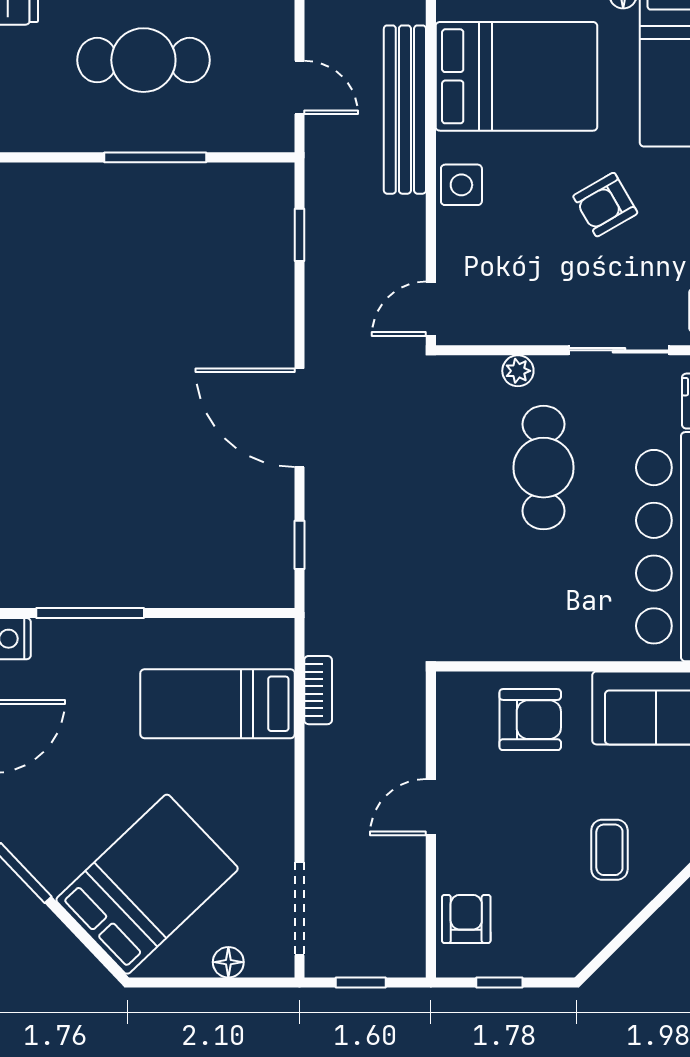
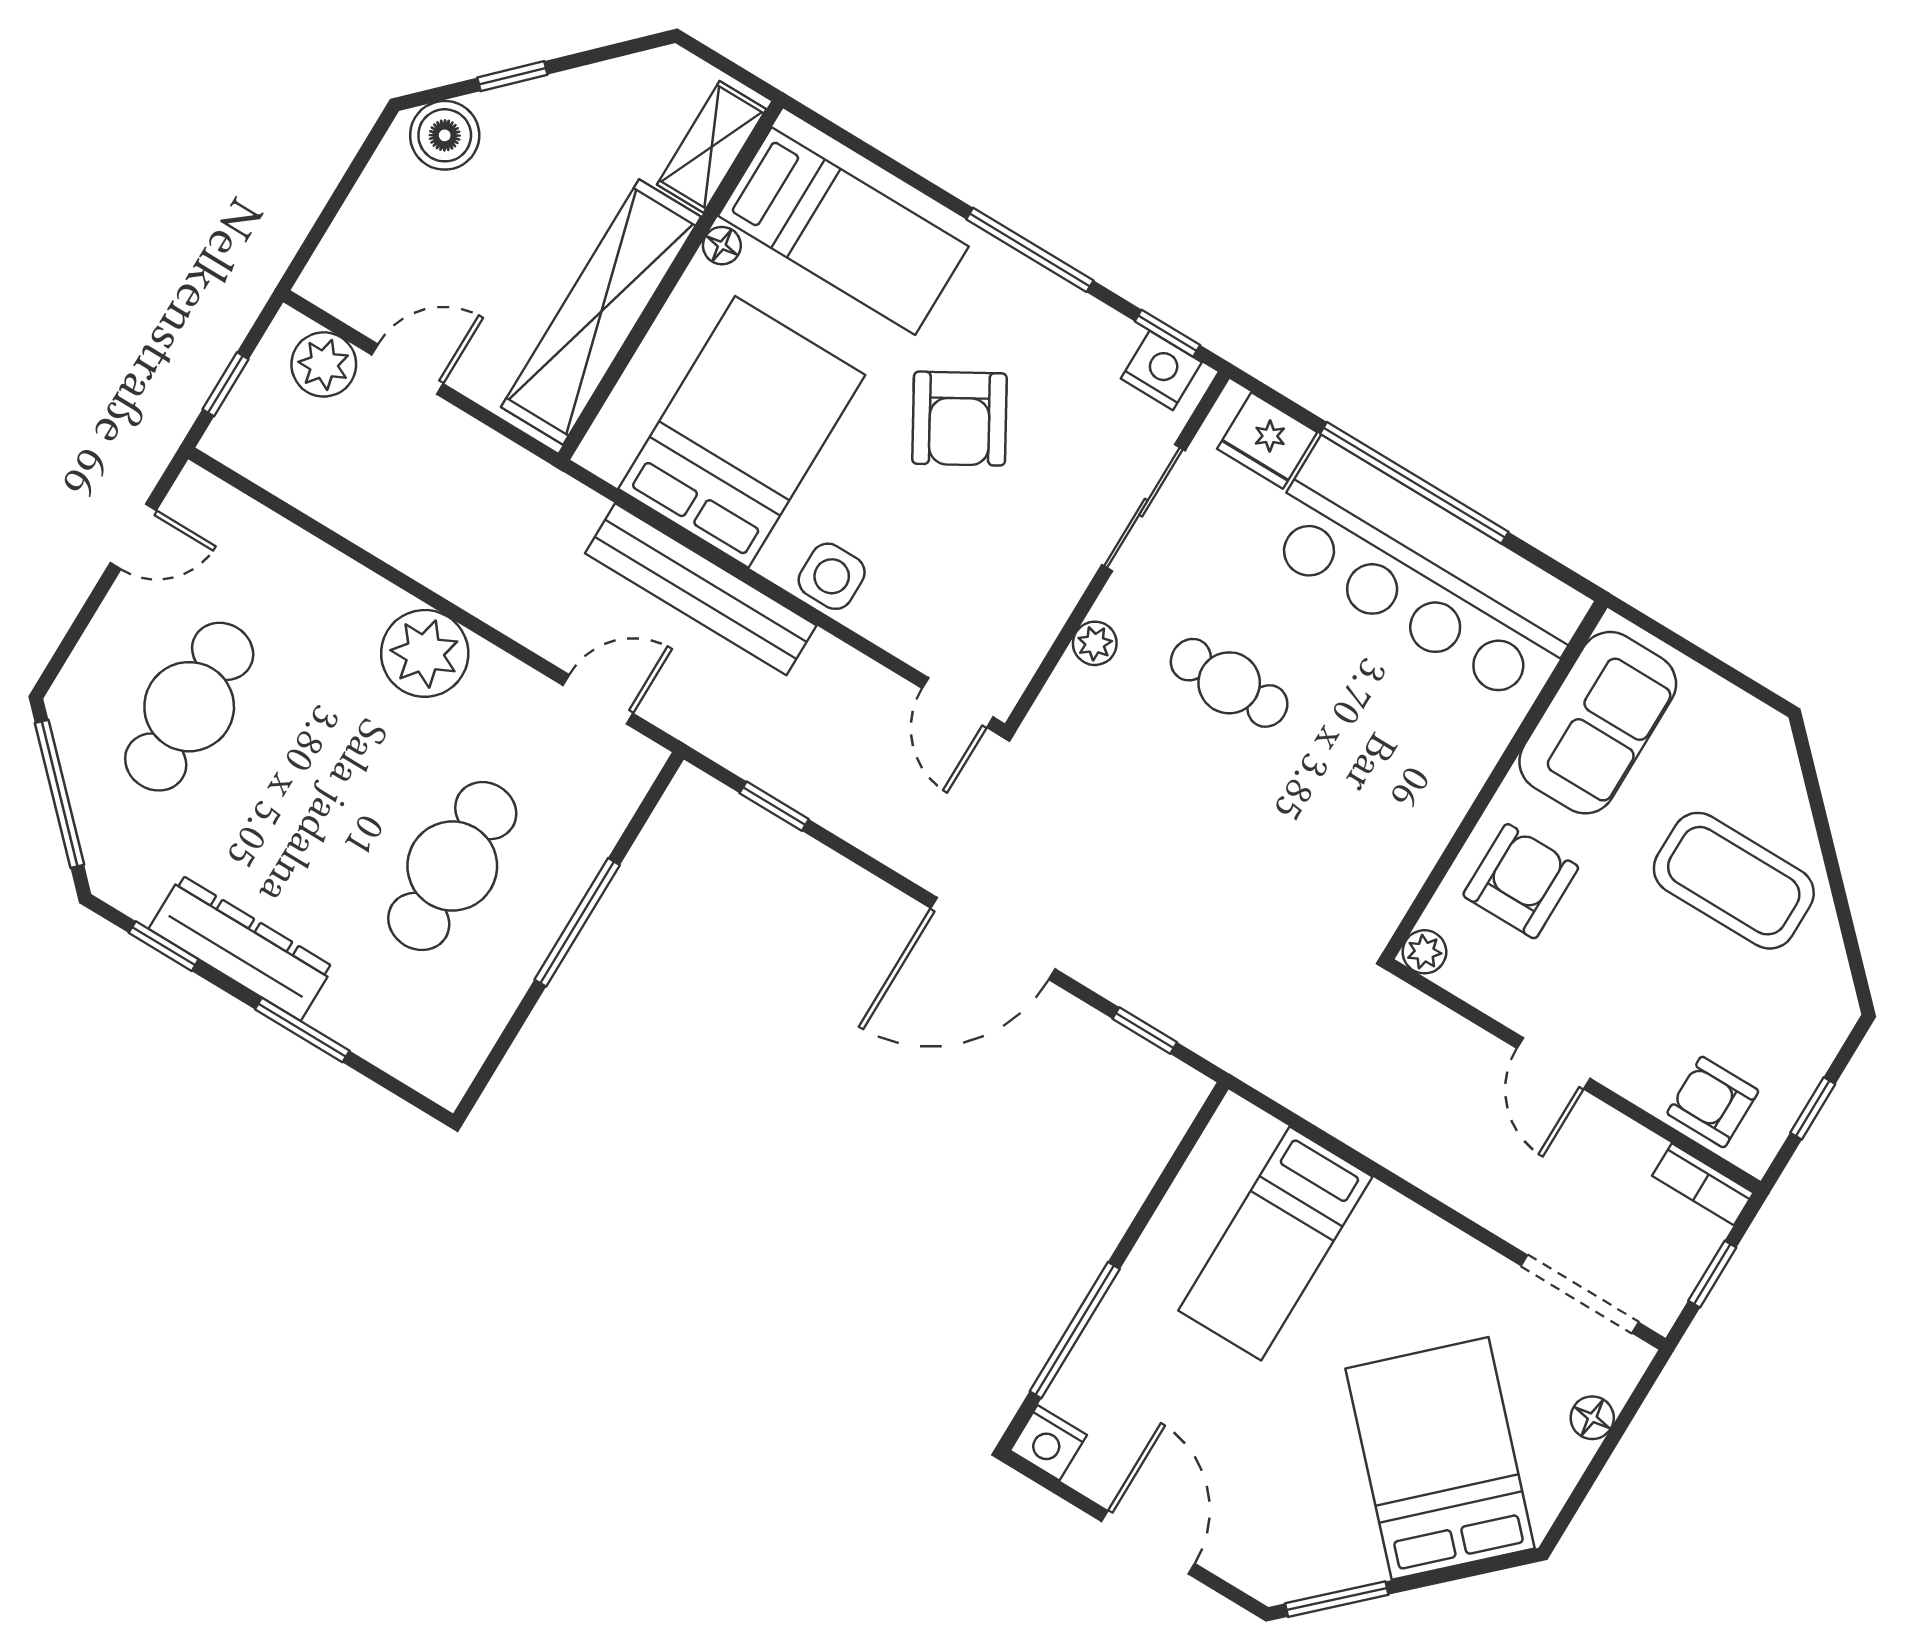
armchair: (605, 205) -> (959, 419), width x1.38, depth x1.38
cafe table: (544, 468) -> (1229, 683), width x0.73, depth x0.74
plant: (451, 687) -> (1424, 952), added
bookcase: (318, 690) -> (1703, 1184), moved, turned 180
coffee table: (609, 850) -> (1734, 881), width x1.86, depth x1.72

